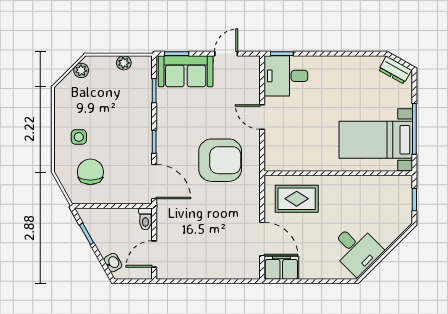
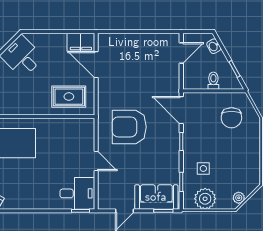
plant: (124, 63) -> (205, 199), width x1.88, depth x1.88
side table: (79, 137) -> (203, 168), moved
toilet: (145, 219) -> (213, 81), moved

